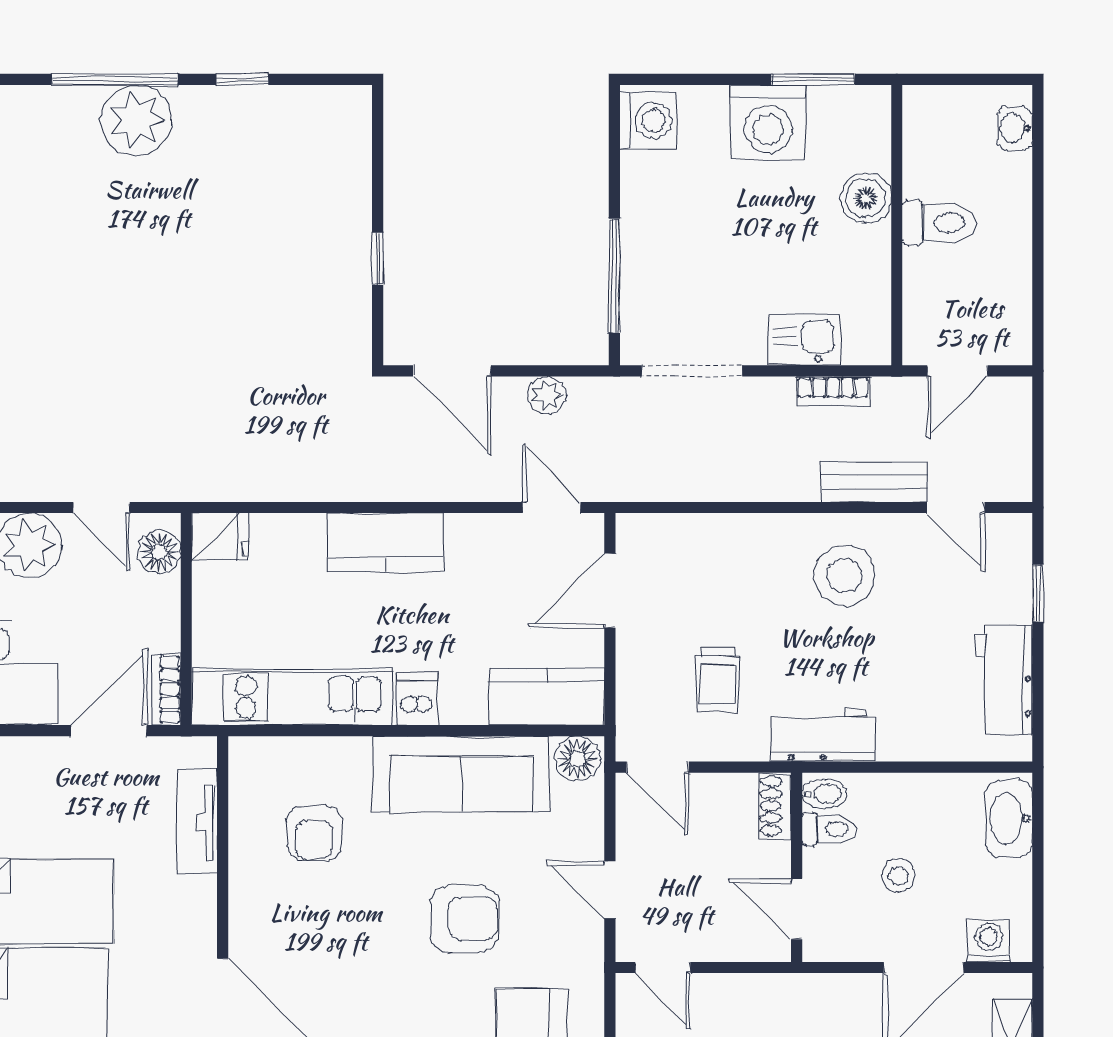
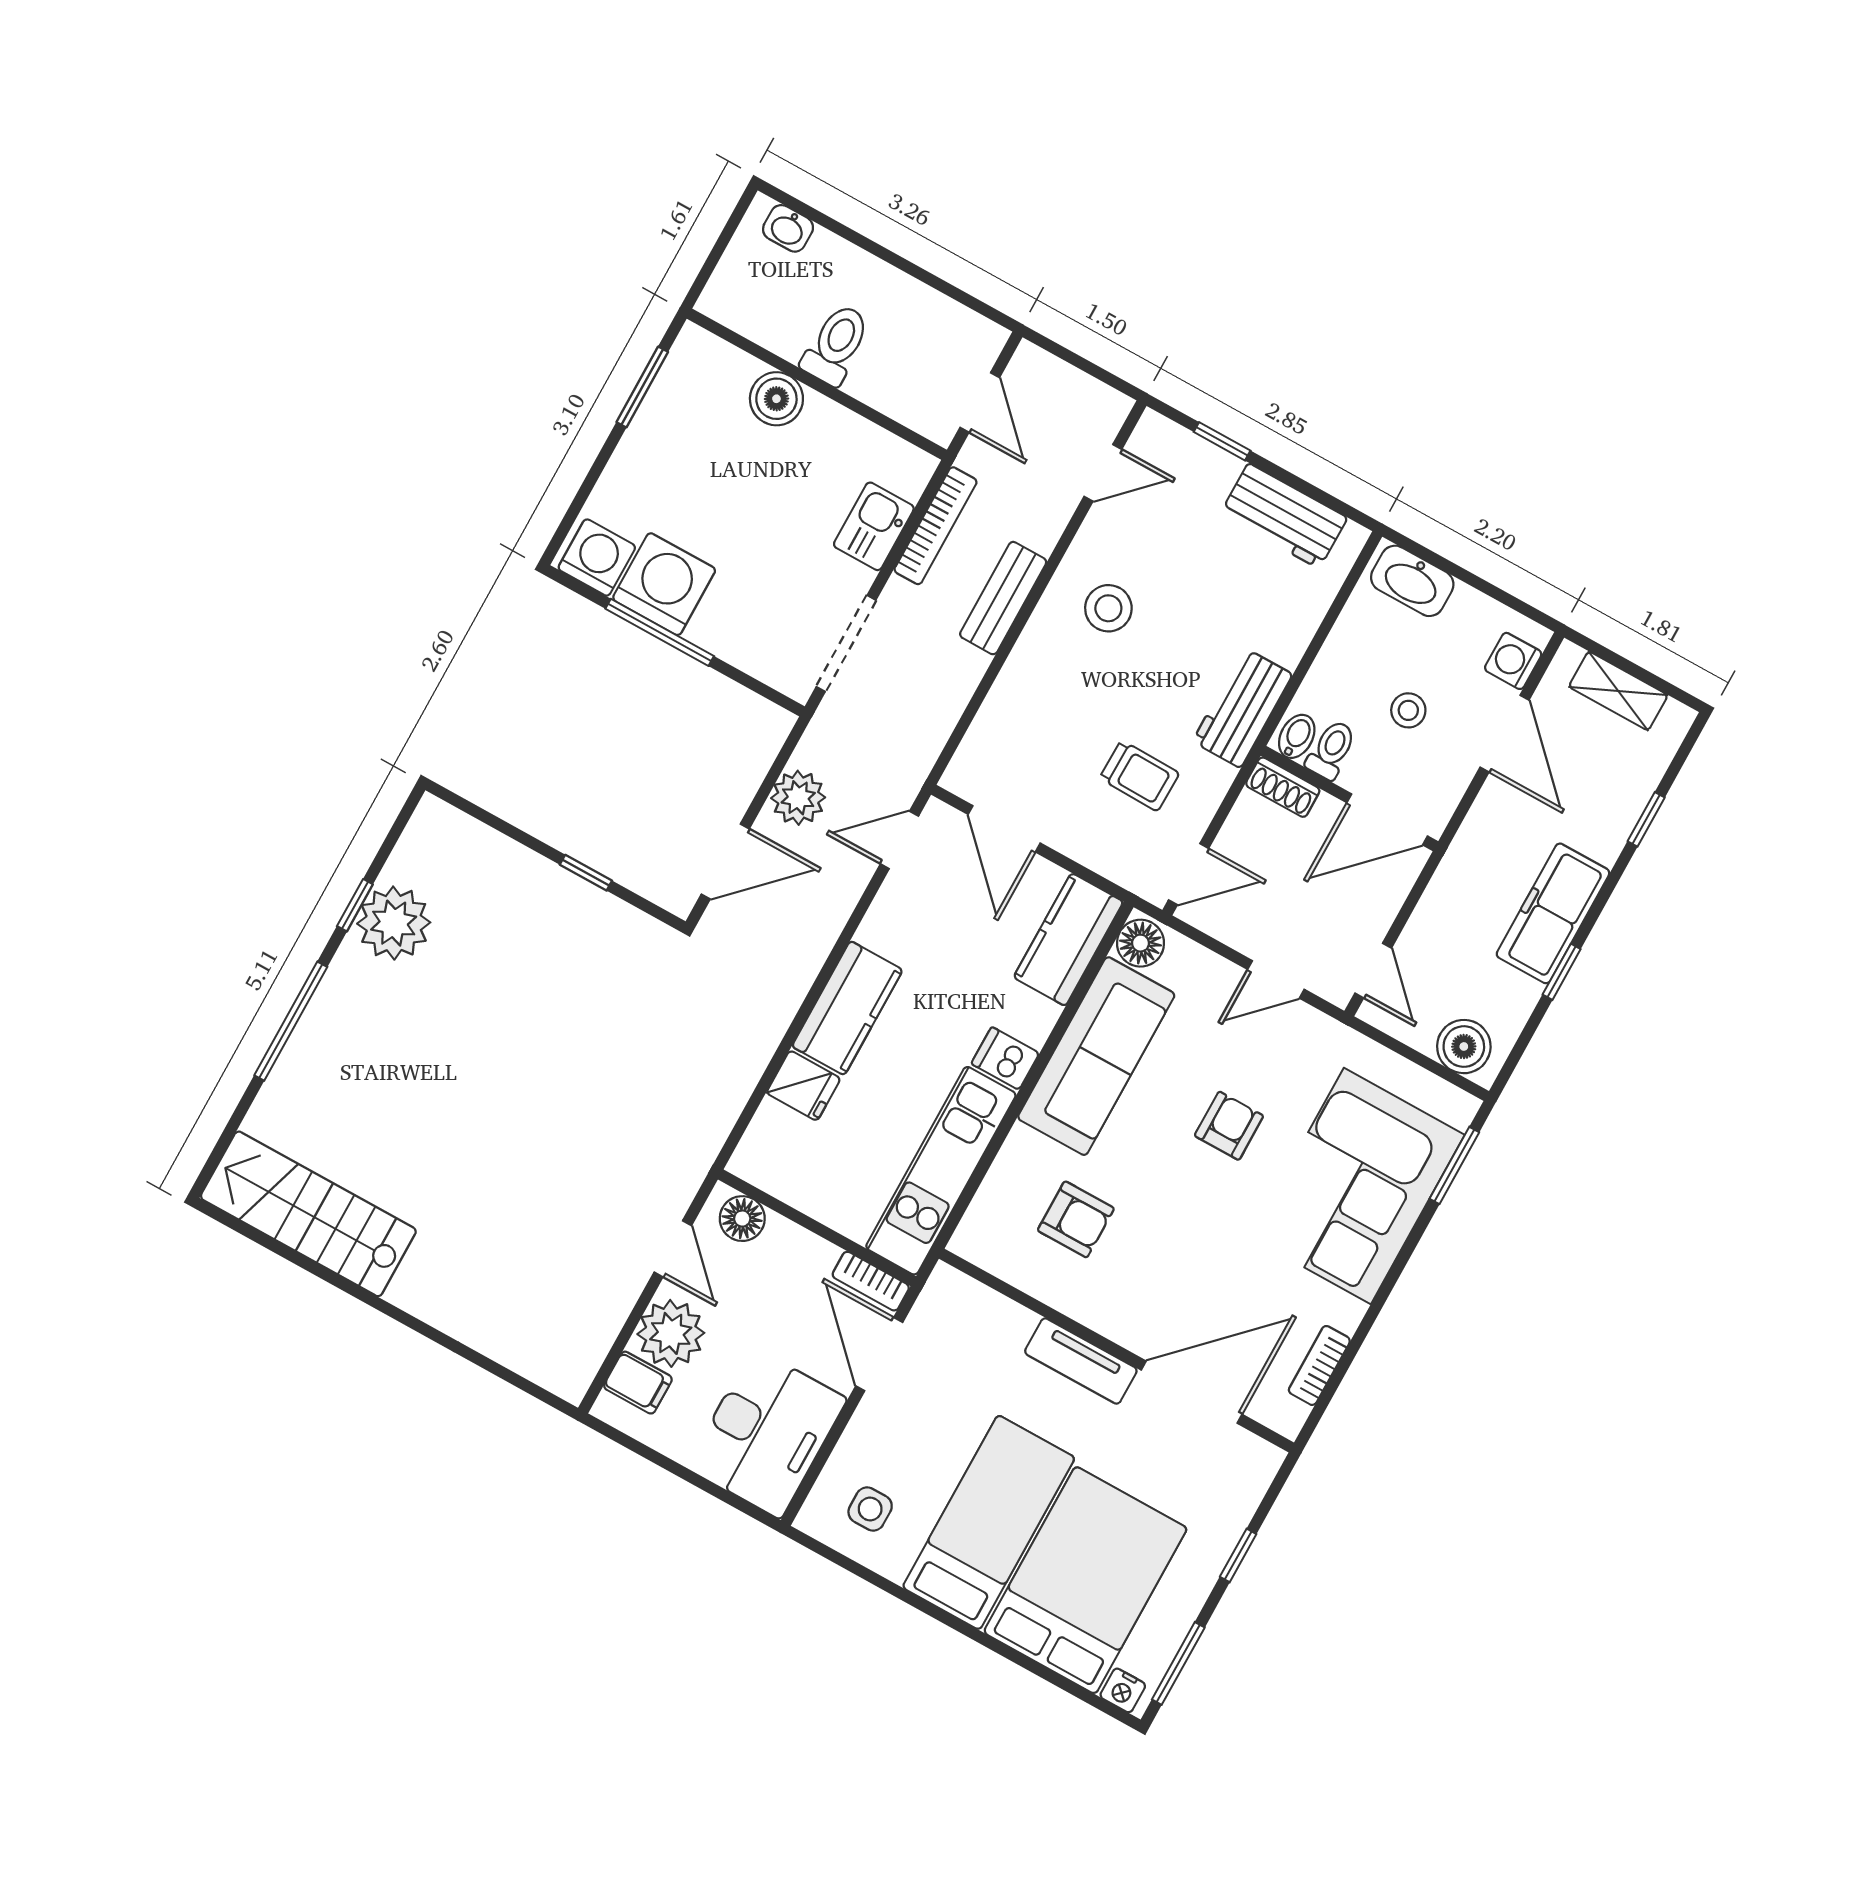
plant: (136, 120) -> (394, 923), moved
washing machine: (768, 122) -> (664, 584), moved, turned -90
window: (614, 276) -> (660, 632), moved
bookcase: (833, 391) -> (936, 526), width x1.56
plant: (547, 395) -> (798, 798), width x1.38, depth x1.38
bench: (874, 482) -> (1003, 598), moved
door: (101, 508) -> (673, 1249), hinge flipped
fridge: (220, 537) -> (803, 1086), moved, turned 90
stool: (844, 575) -> (1108, 608), width x0.73, depth x0.73
tv unit: (197, 822) -> (1081, 1361), moved
door: (797, 909) -> (1387, 819), width x1.37
armchair: (465, 919) -> (1229, 1126), width x0.72, depth x0.72
door: (663, 968) -> (1373, 970), hinge flipped

